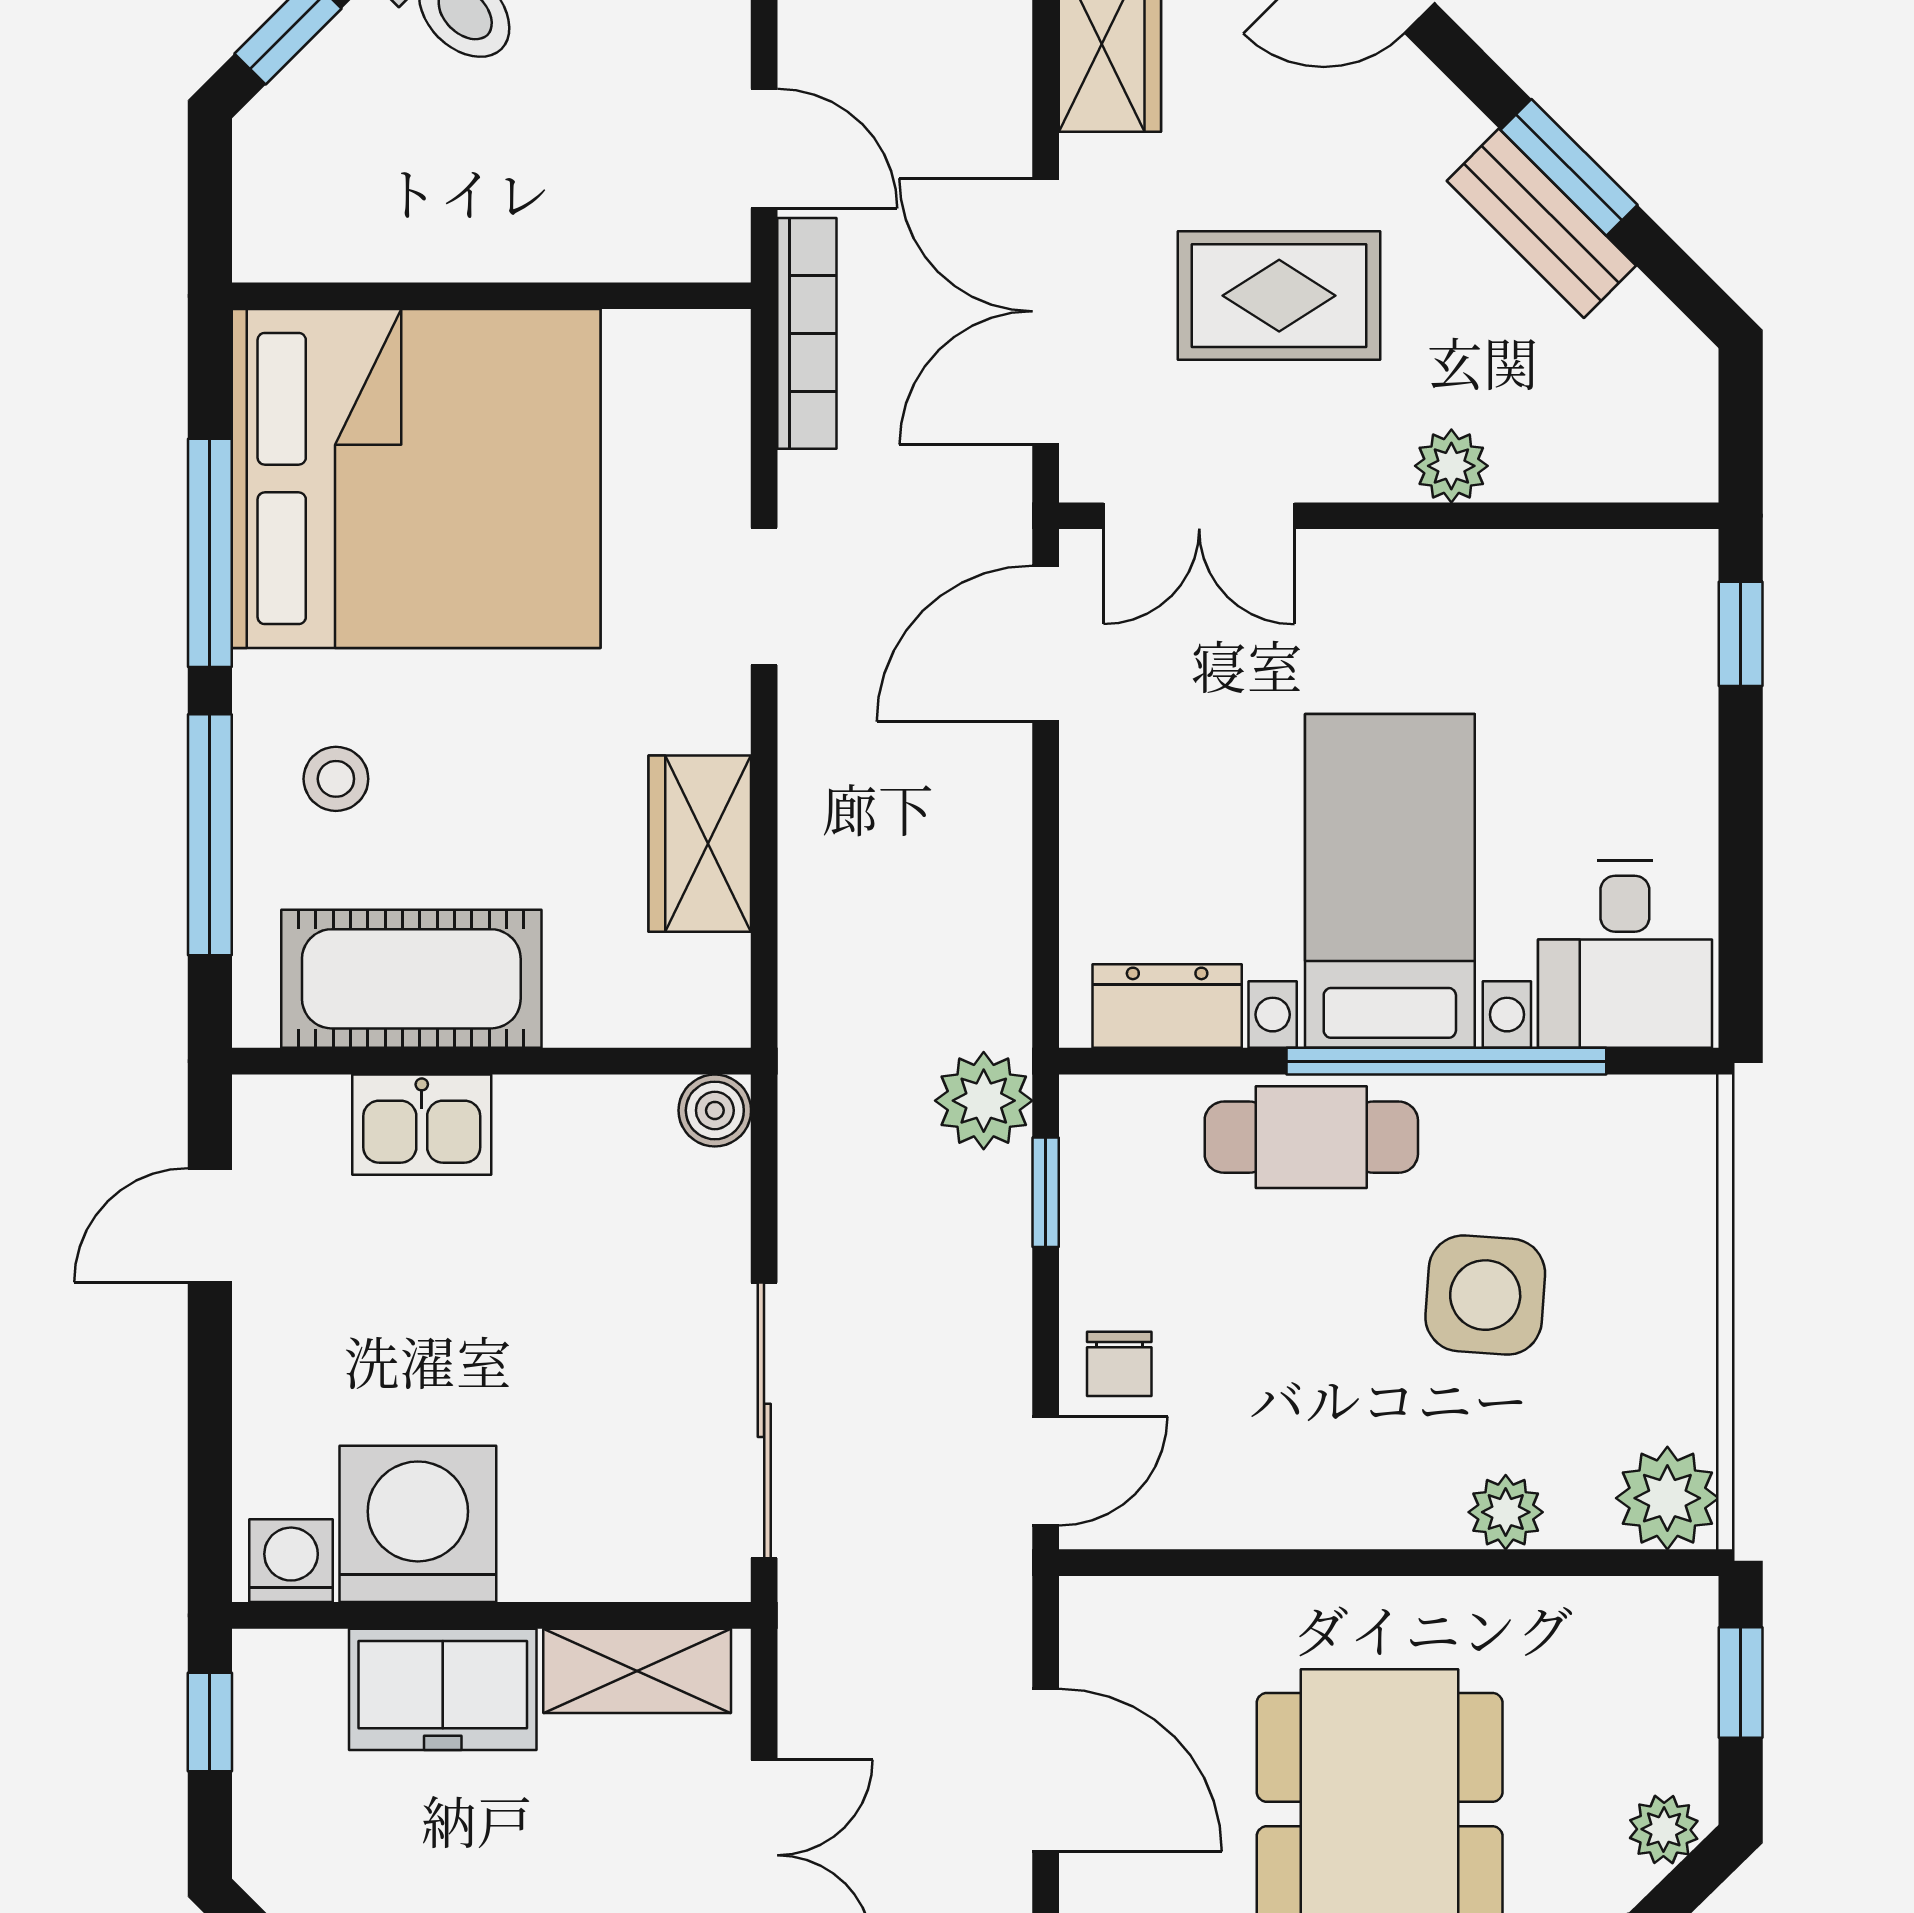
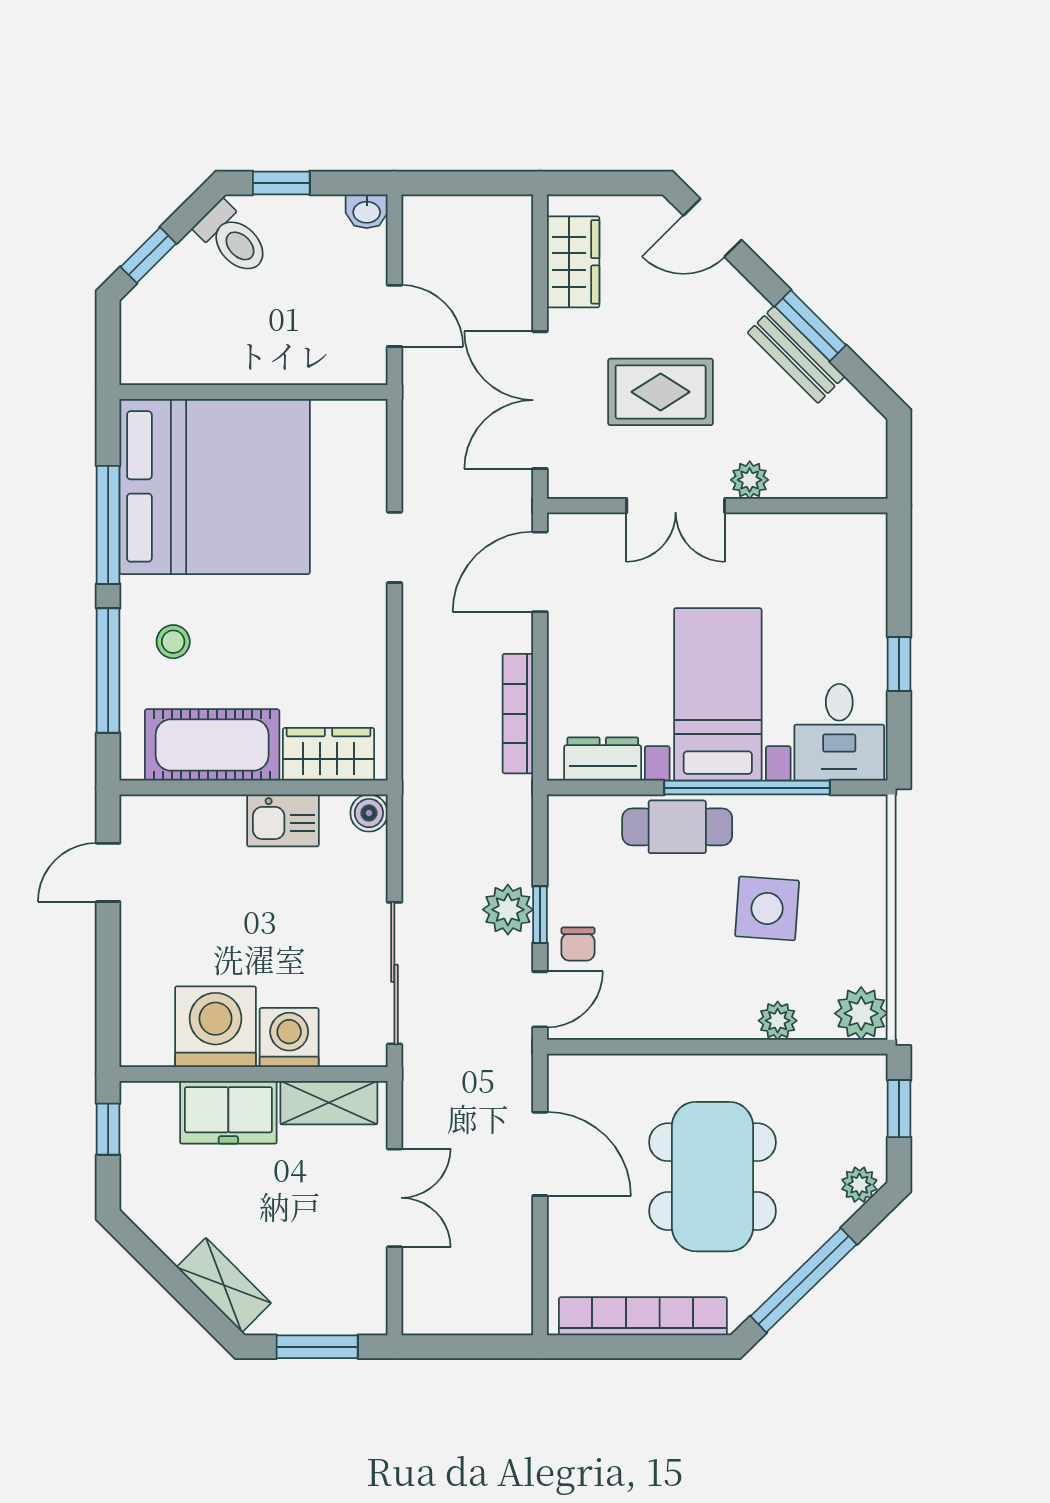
bookcase: (807, 333) -> (518, 714), moved, turned 180
double door: (1199, 516) -> (676, 506), moved
window: (1741, 634) -> (899, 664), moved
wardrobe: (700, 844) -> (329, 754), moved, turned 90
plant: (984, 1101) -> (508, 910), moved
kitchen sink: (422, 1125) -> (283, 820), moved
window: (1046, 1192) -> (540, 915), moved
washing machine: (291, 1561) -> (289, 1038), moved, width x1.38, depth x1.38

